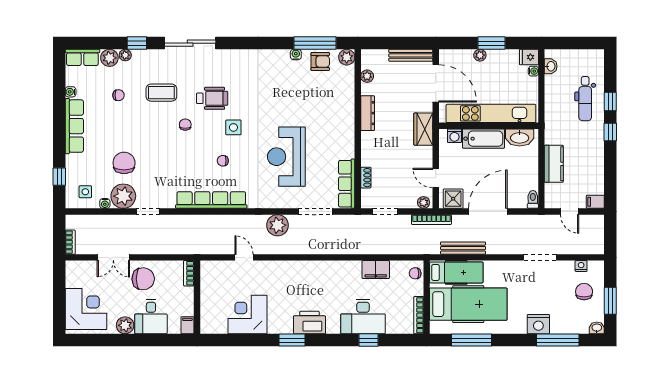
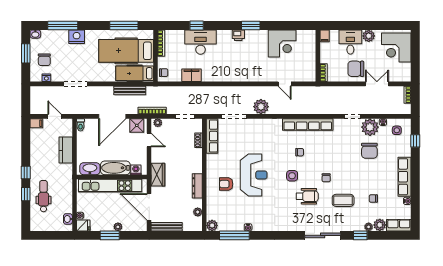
armchair: (320, 62) -> (226, 184), moved
wheelchair: (212, 98) -> (307, 196), turned 180
reception desk: (286, 157) -> (254, 175), moved
printer: (309, 323) -> (238, 35), width x0.53, depth x0.68

